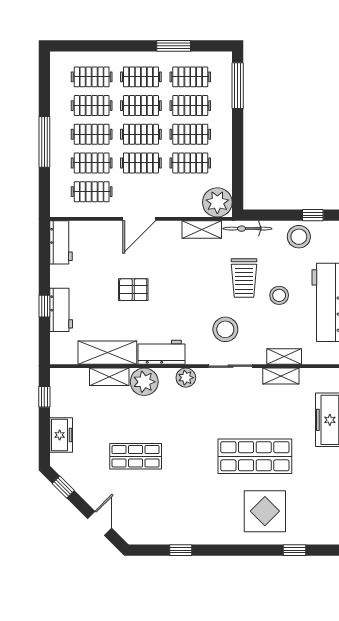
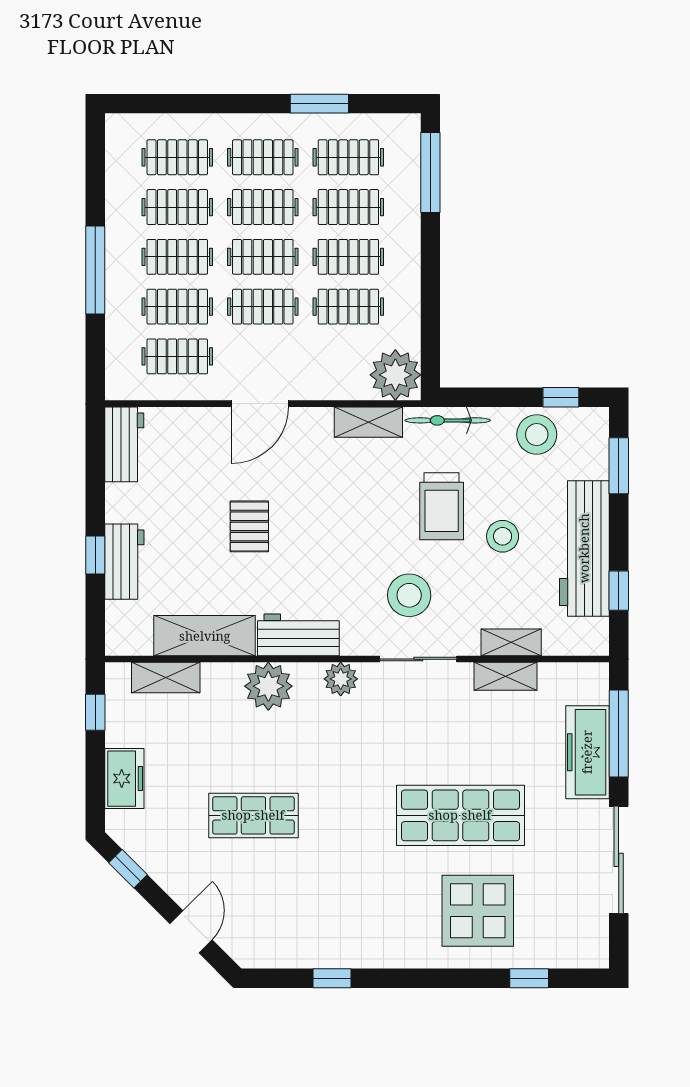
pallet: (133, 290) -> (249, 526), turned 90
shelving: (109, 377) -> (166, 678), moved

